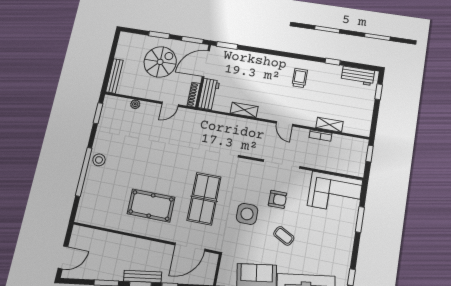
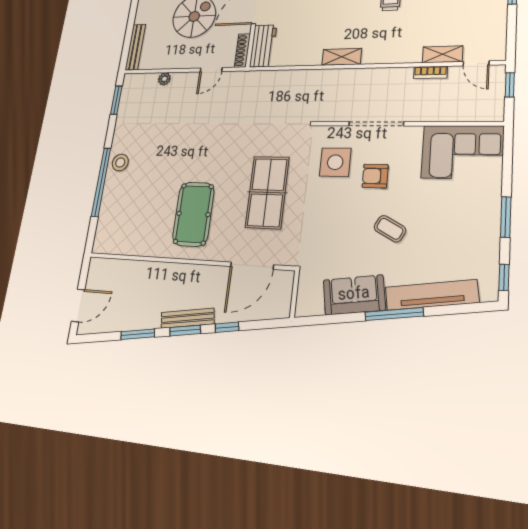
shelving: (244, 110) -> (342, 57), moved
door: (284, 124) -> (476, 63), moved
armchair: (278, 199) -> (375, 176), turned 180
pool table: (151, 205) -> (193, 214), turned 90
side table: (247, 214) -> (335, 162), moved
window: (360, 220) -> (506, 217), moved

